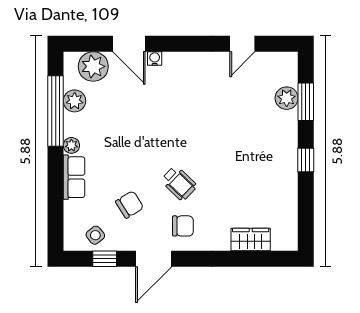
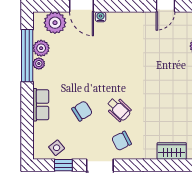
plant: (71, 145) -> (39, 64), moved
chair: (130, 205) -> (82, 111), moved
chair: (183, 226) -> (121, 141), turned 153

